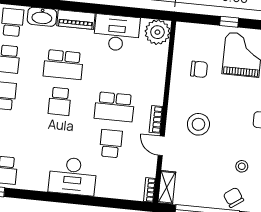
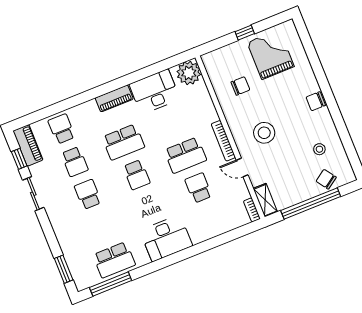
washbasin: (42, 17) -> (84, 111), removed
bookcase: (156, 119) -> (223, 141), width x1.56
desk: (73, 176) -> (166, 238), moved

